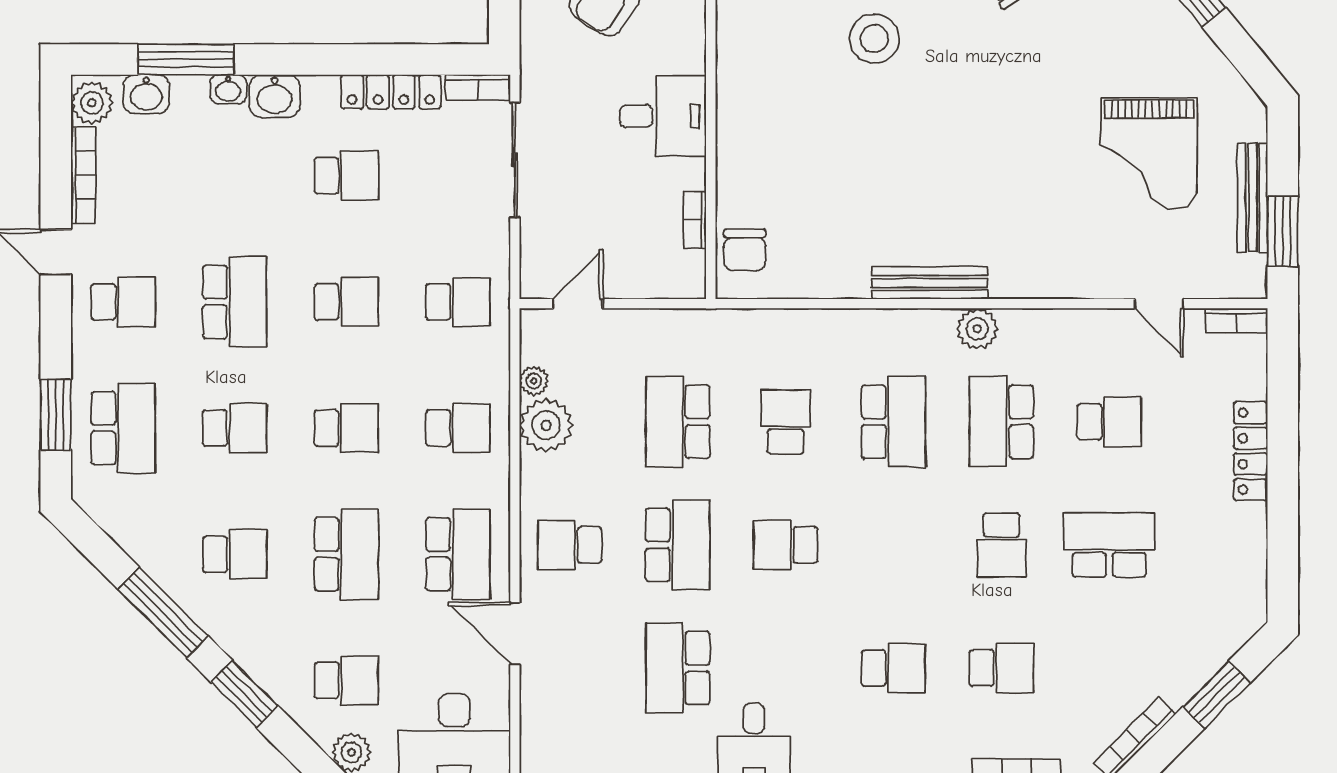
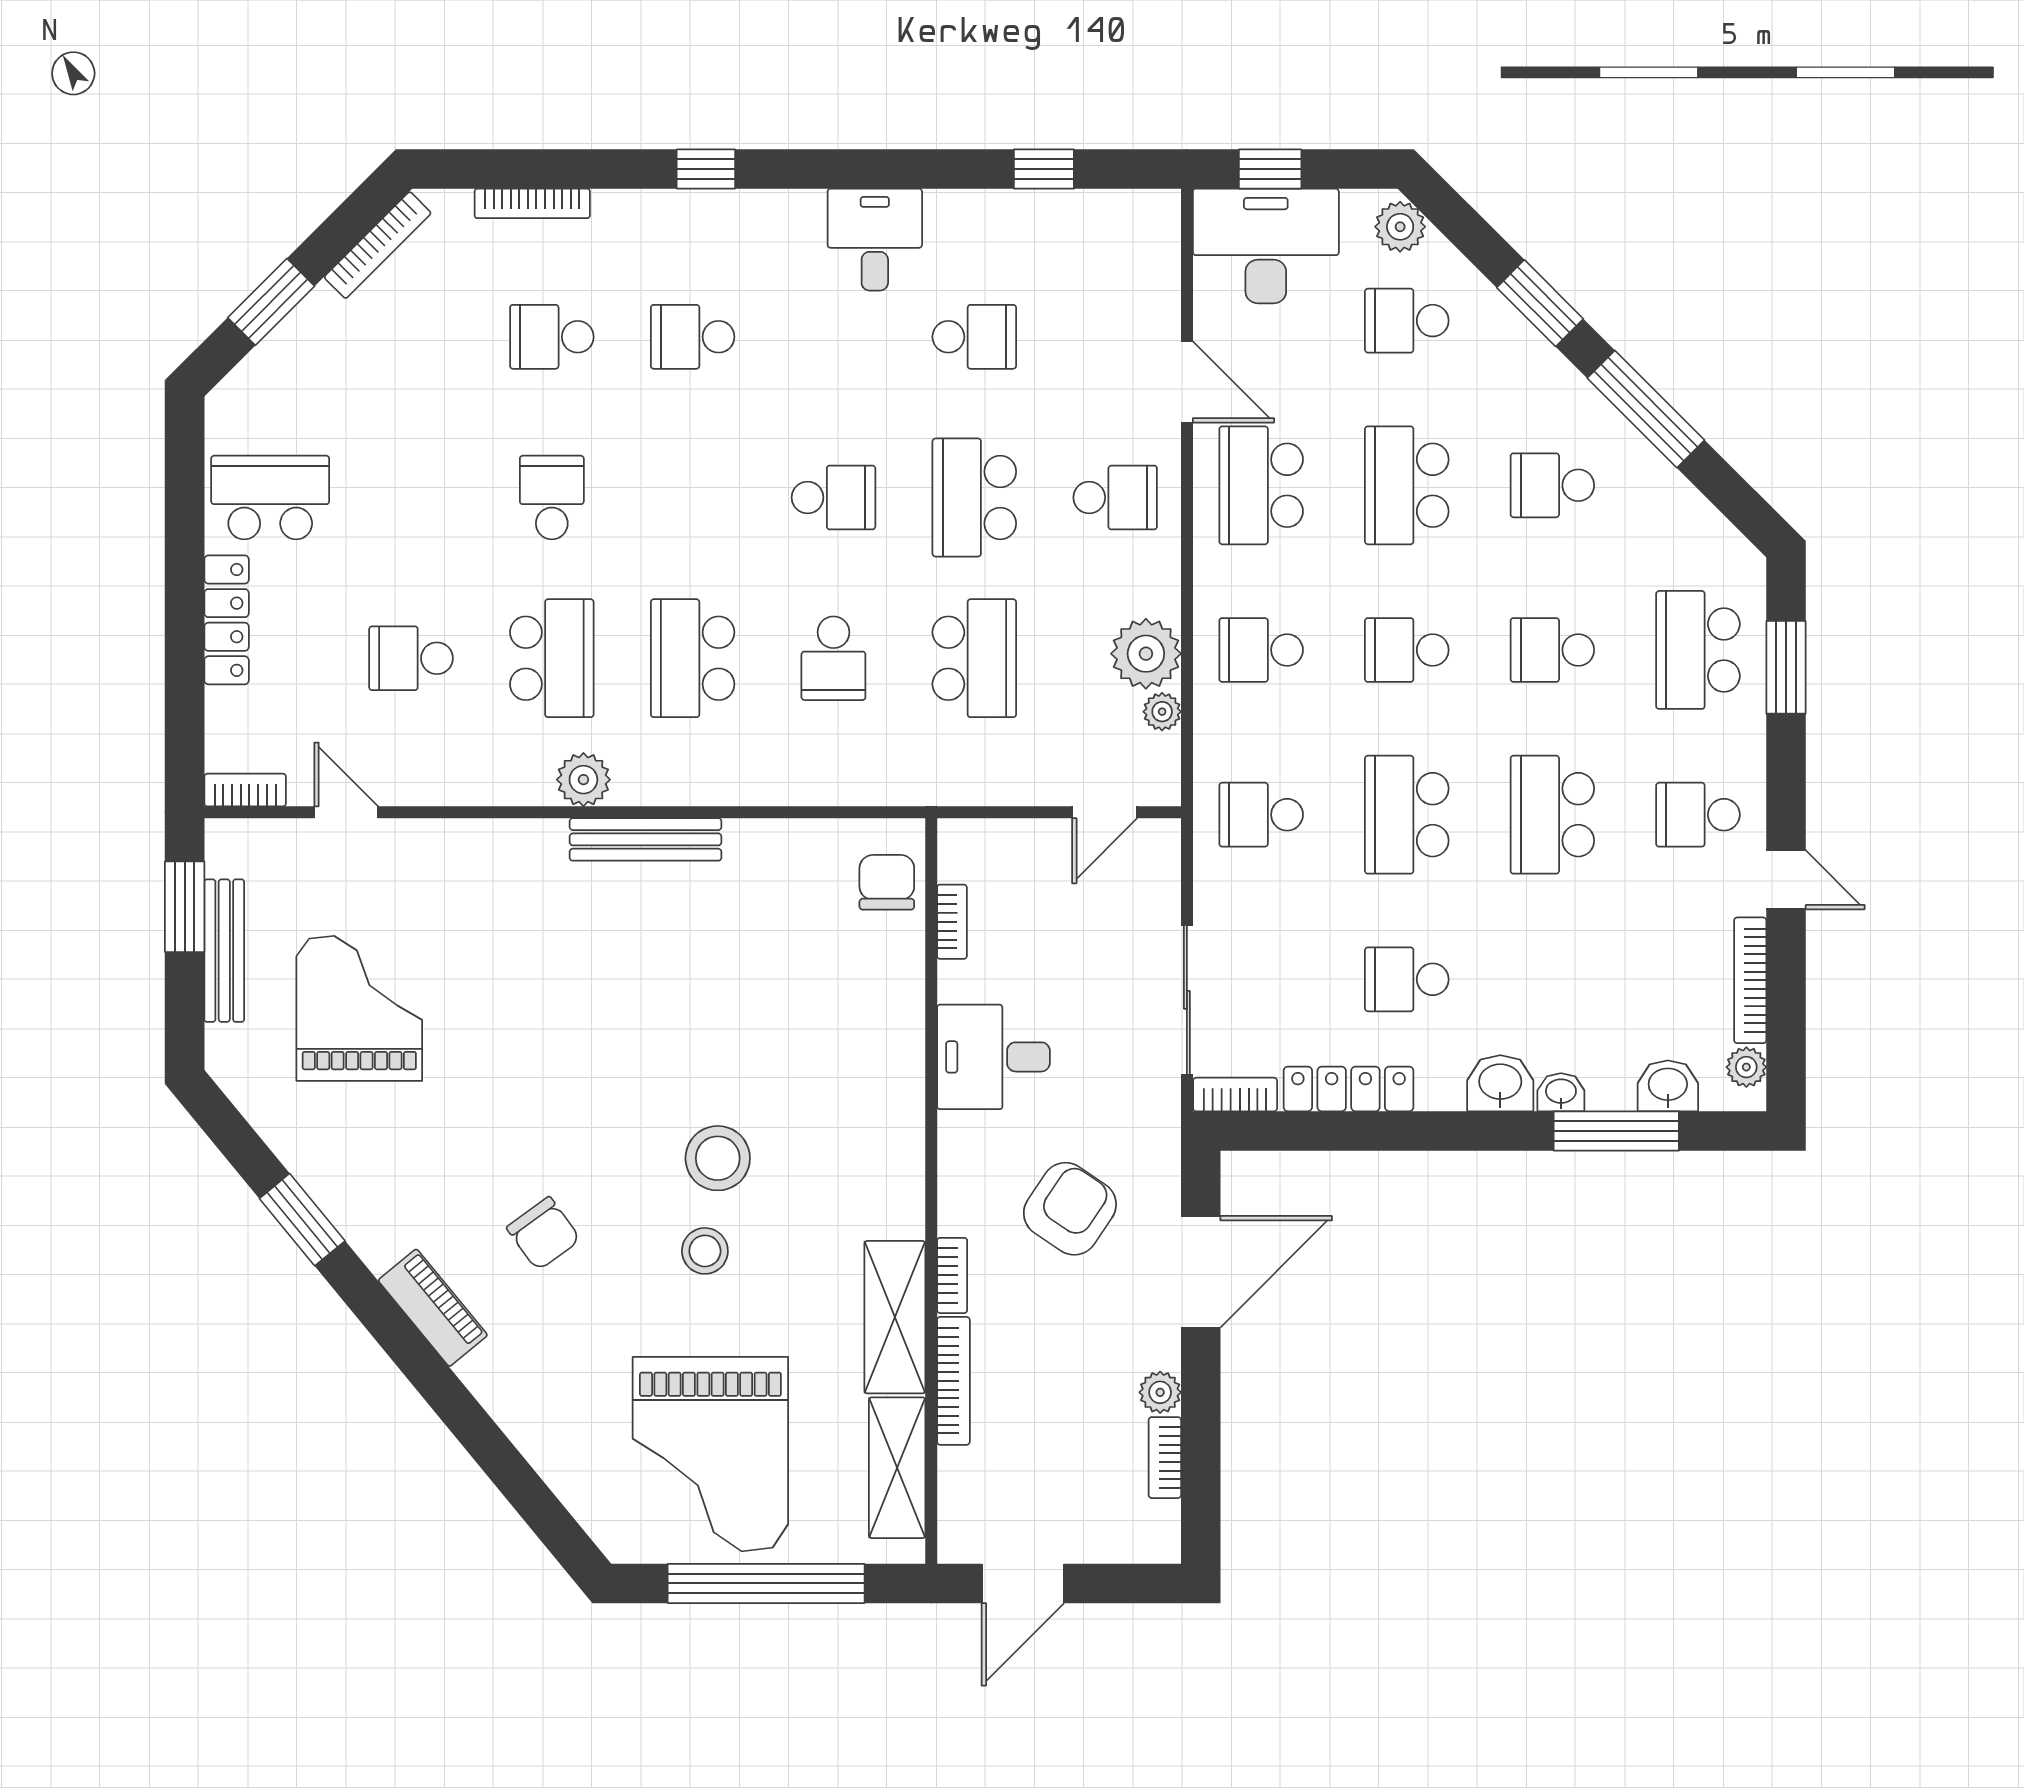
plant: (92, 103) -> (1746, 1067), width x0.73, depth x0.73
school desk: (346, 302) -> (1407, 815), width x1.85
school desk: (1109, 545) -> (270, 498), moved, turned 180
school desk: (678, 668) -> (974, 337), width x0.54

